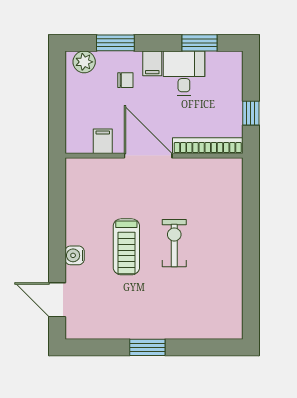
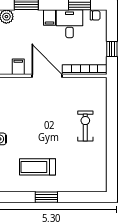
chair: (125, 80) -> (95, 15), moved
exercise bike: (174, 243) -> (85, 126), moved
treadmill: (126, 247) -> (37, 167), moved, turned 90

